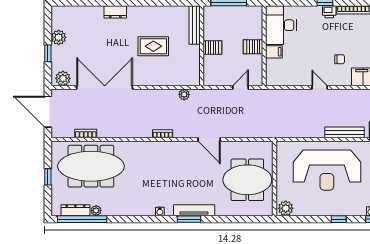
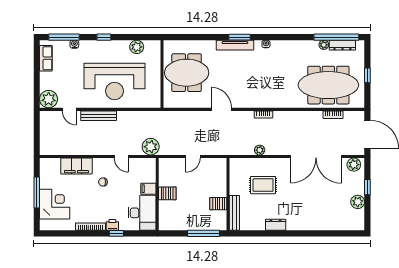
dresser: (115, 12) -> (276, 225), moved
desk: (281, 25) -> (142, 213), moved
rug: (153, 46) -> (263, 185), moved
wall: (264, 46) -> (157, 194), moved
server rack: (253, 47) -> (167, 193), moved
server rack: (212, 48) -> (218, 204), moved
filing cabinet: (274, 52) -> (148, 189), moved
plant: (184, 94) -> (260, 150), moved
plant: (287, 98) -> (151, 147), added
reception desk: (327, 170) -> (114, 81), turned 180
plant: (286, 208) -> (137, 47), moved

